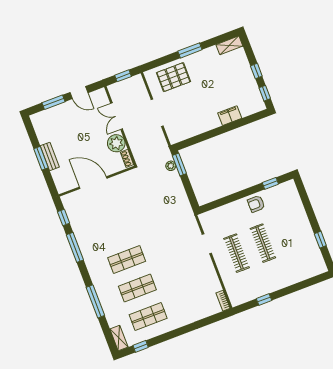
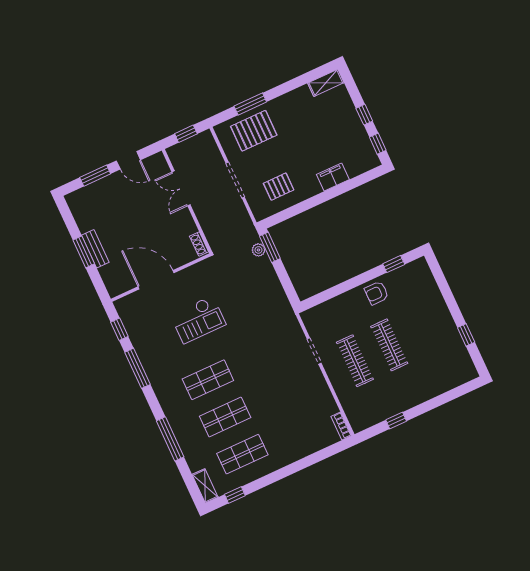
window: (190, 50) -> (250, 104), moved
pallet: (189, 120) -> (279, 187), added
plant: (116, 143) -> (183, 225), removed
checkout: (122, 214) -> (198, 320), added

